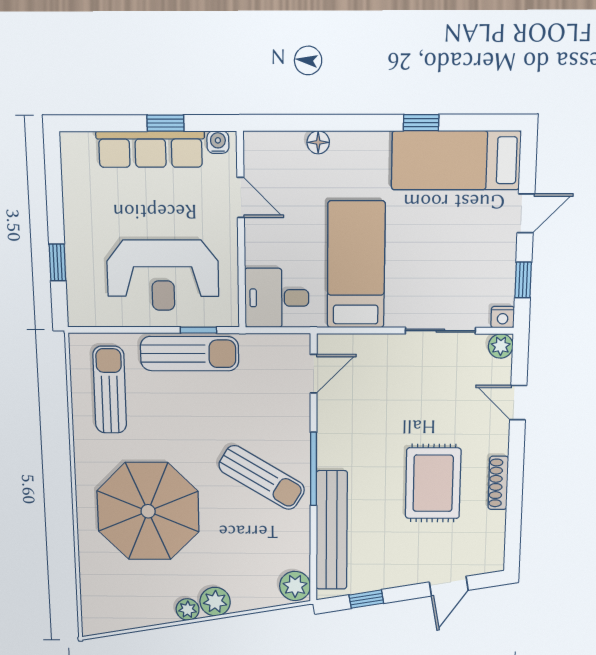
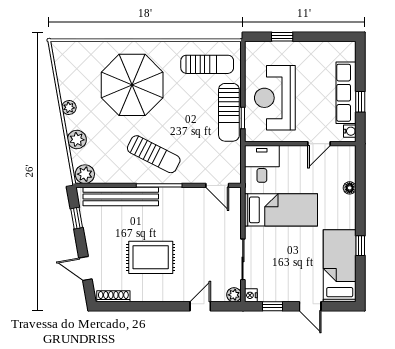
sun lounger: (262, 477) -> (154, 154), turned -94
shoe rack: (498, 483) -> (113, 296), moved
plant: (215, 602) -> (77, 140), moved

